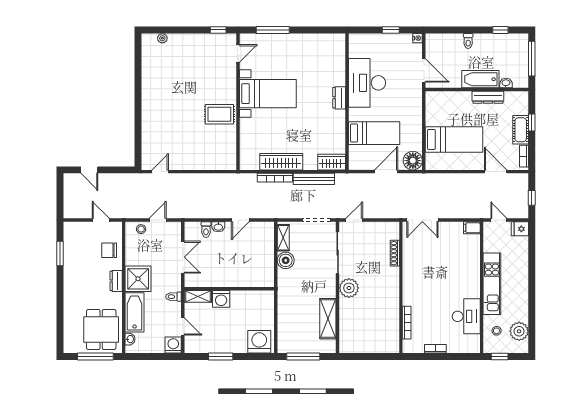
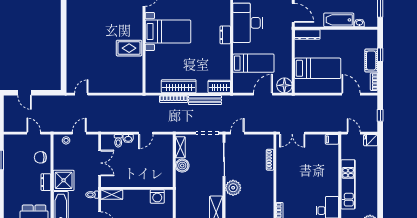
dresser: (488, 97) -> (307, 34), moved
washing machine: (221, 299) -> (157, 196), moved

